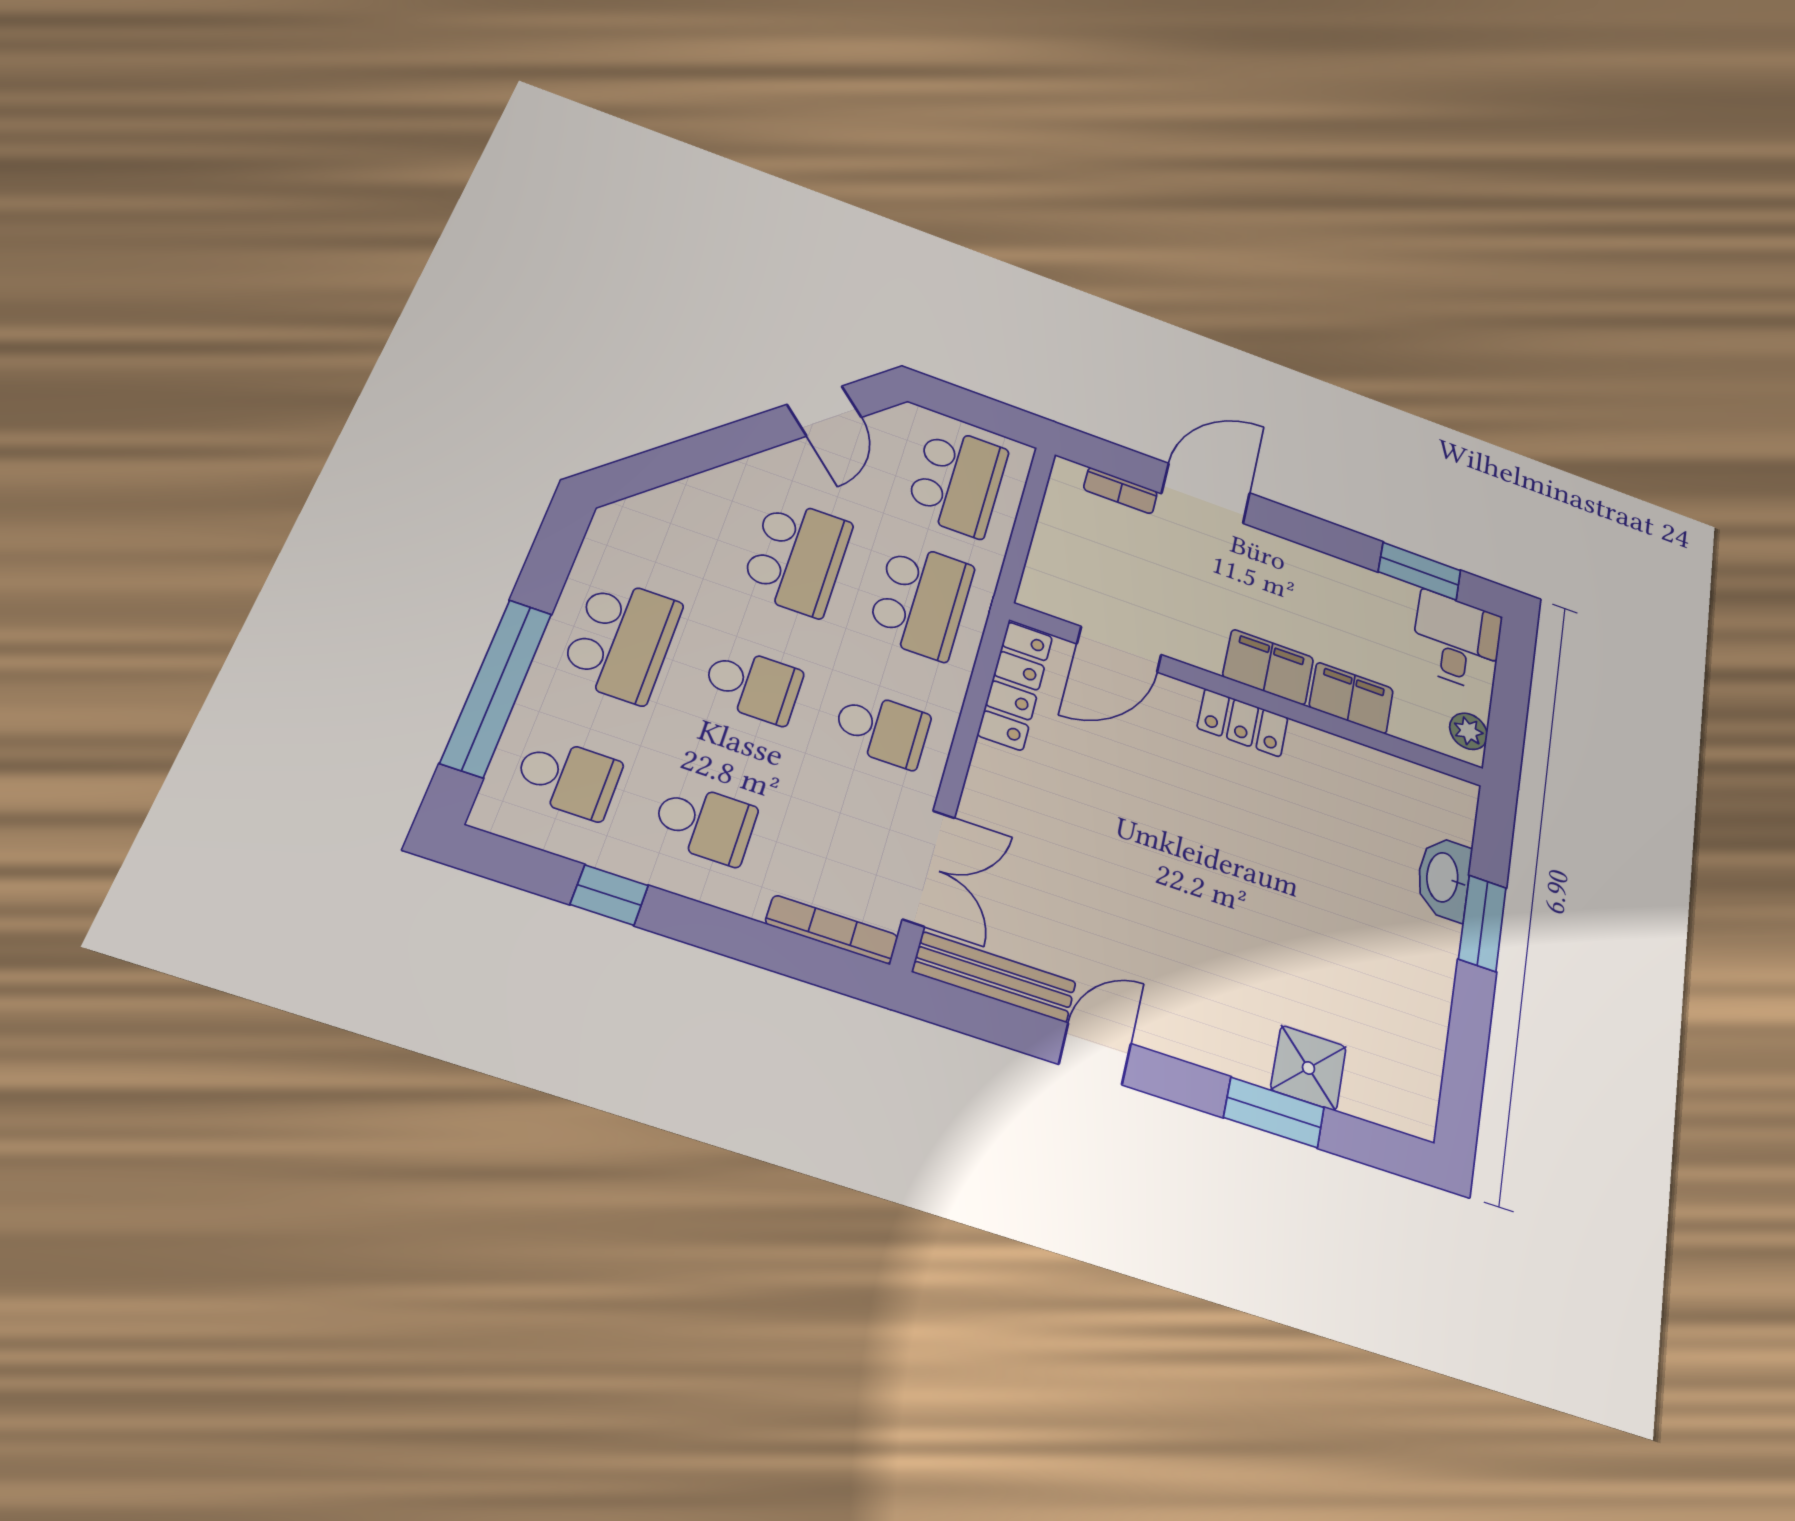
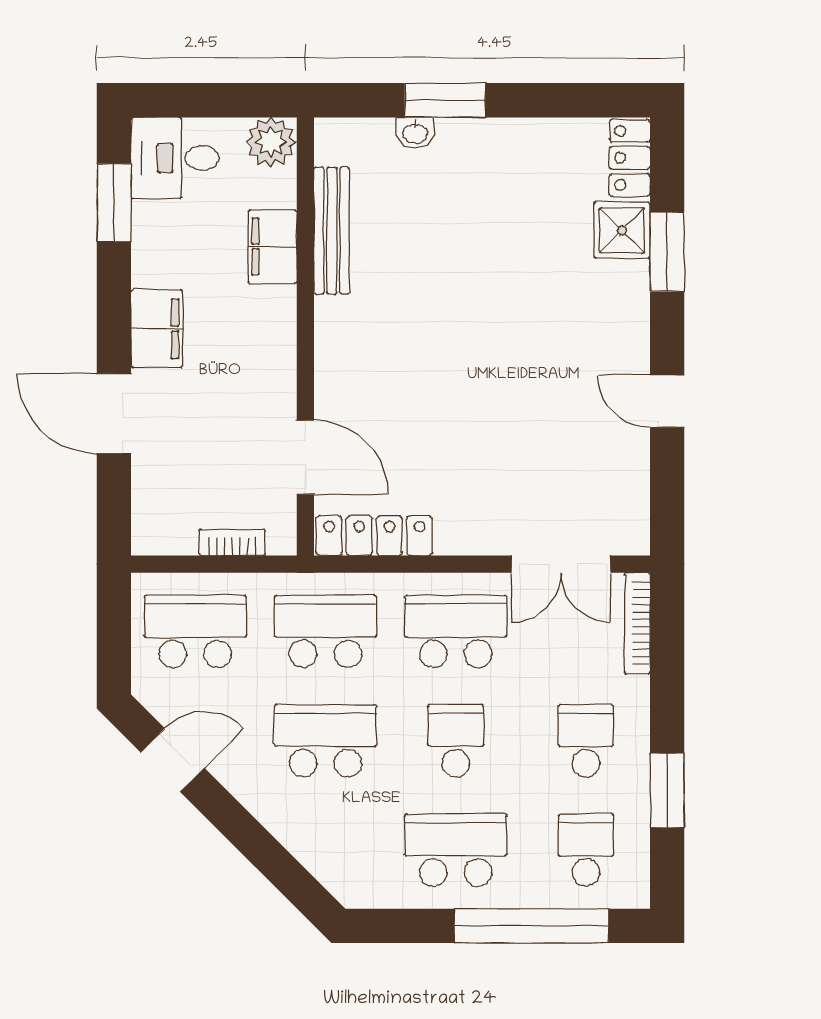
bookcase: (1120, 491) -> (232, 542), moved, turned -90
filing cabinet: (1268, 667) -> (157, 329), moved, turned 180
locker: (1243, 723) -> (630, 158), moved, turned 180
school desk: (882, 729) -> (456, 631), width x1.85
plant: (1468, 731) -> (271, 142), width x1.38, depth x1.38
double door: (929, 868) -> (561, 564), swing flipped
washbasin: (1444, 878) -> (415, 133), width x0.52, depth x0.69
window: (609, 895) -> (667, 790), width x1.50
bench: (994, 977) -> (332, 231), moved

